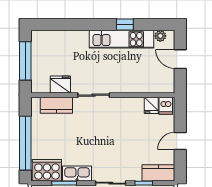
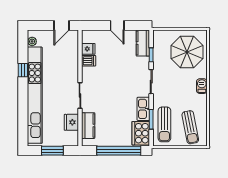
kitchen unit: (121, 39) -> (35, 95), width x1.86
door: (180, 59) -> (61, 25), moved
window: (25, 61) -> (52, 151), width x0.69
dishwasher: (166, 106) -> (89, 61), moved

